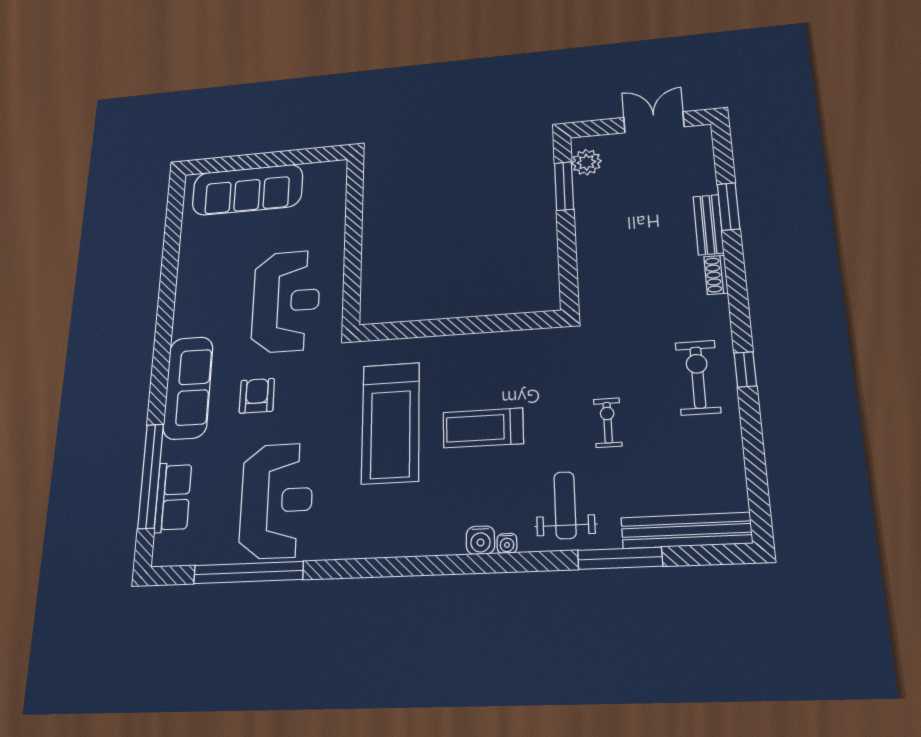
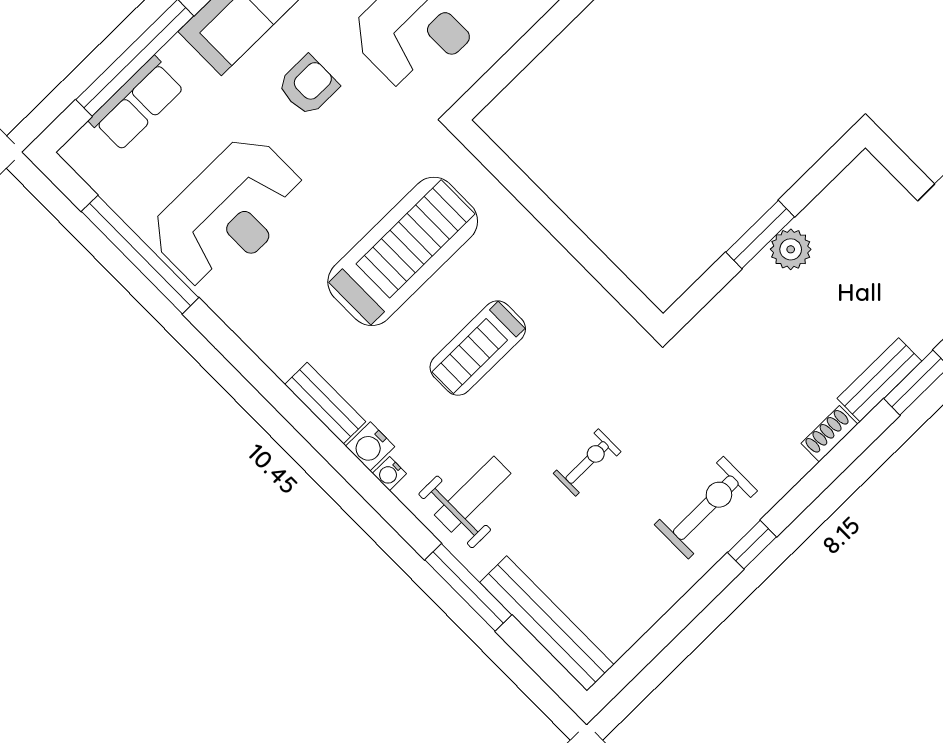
plant: (586, 162) -> (791, 249), moved
window: (564, 186) -> (760, 234), moved
treadmill: (391, 423) -> (403, 251), turned 180
treadmill: (483, 428) -> (478, 348), turned -90
bench: (431, 544) -> (325, 403), added

